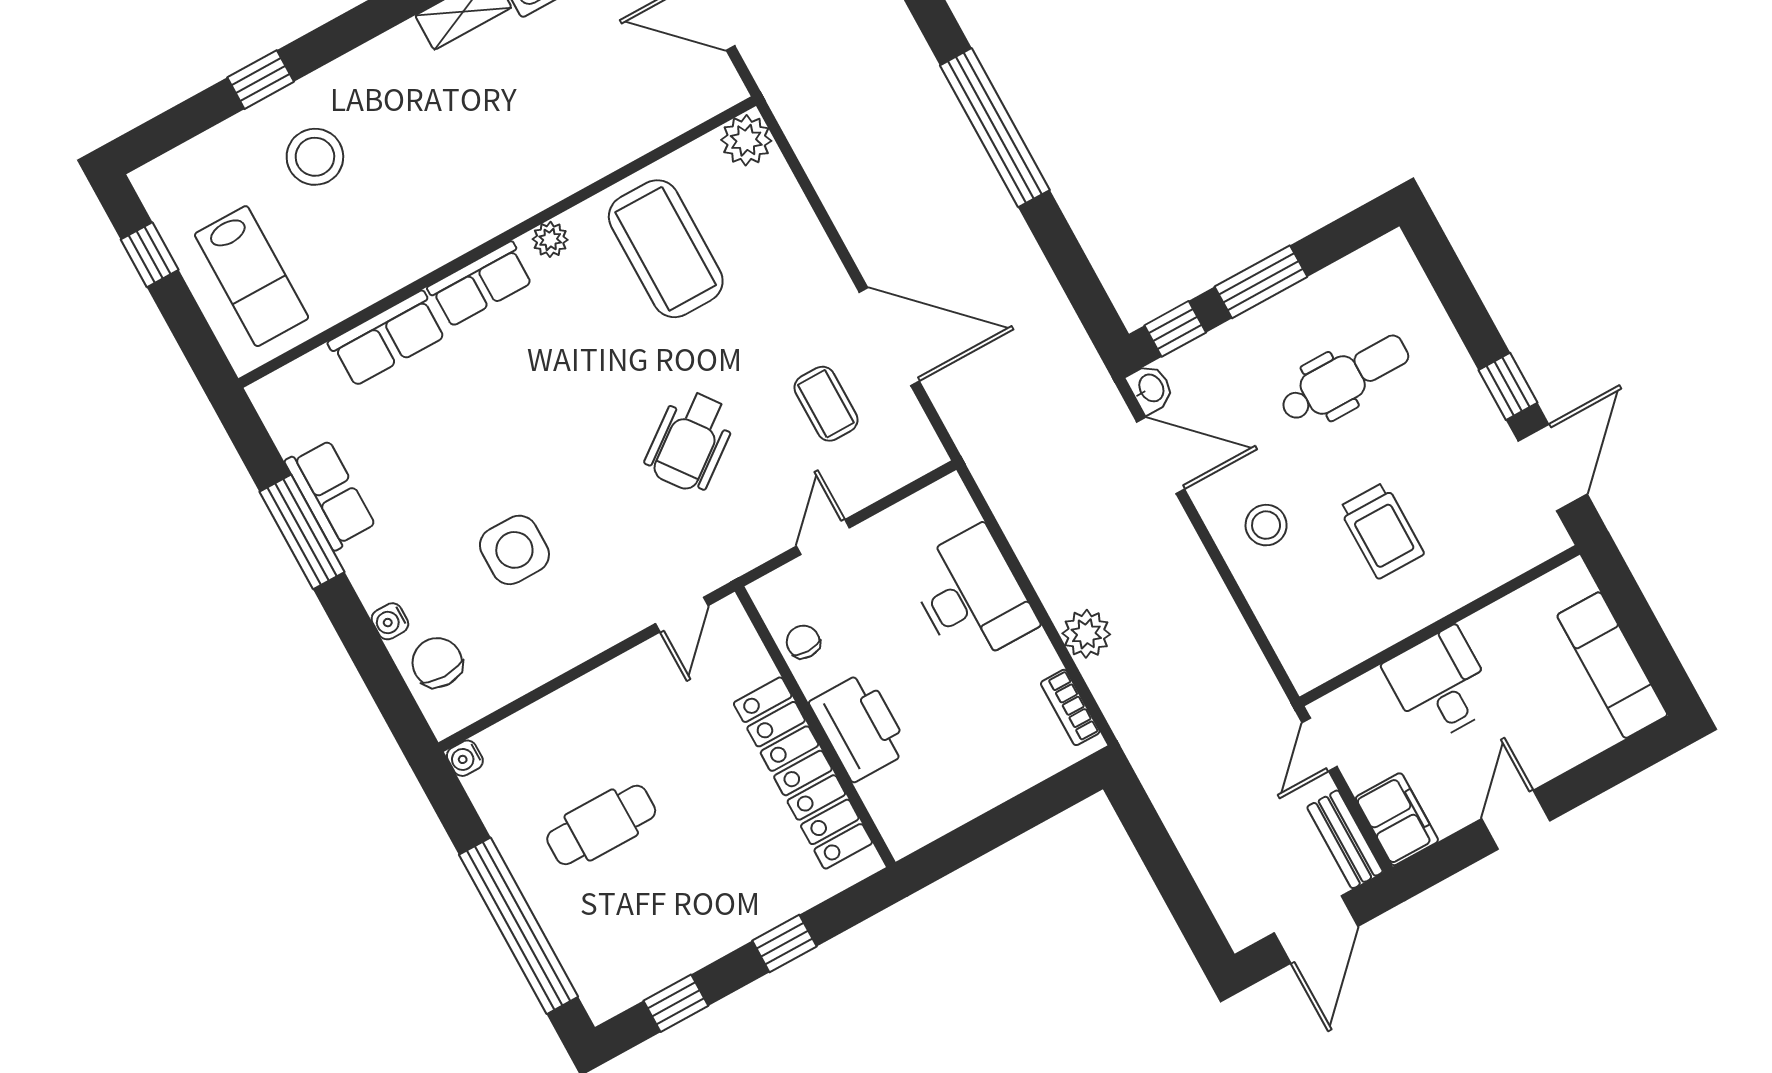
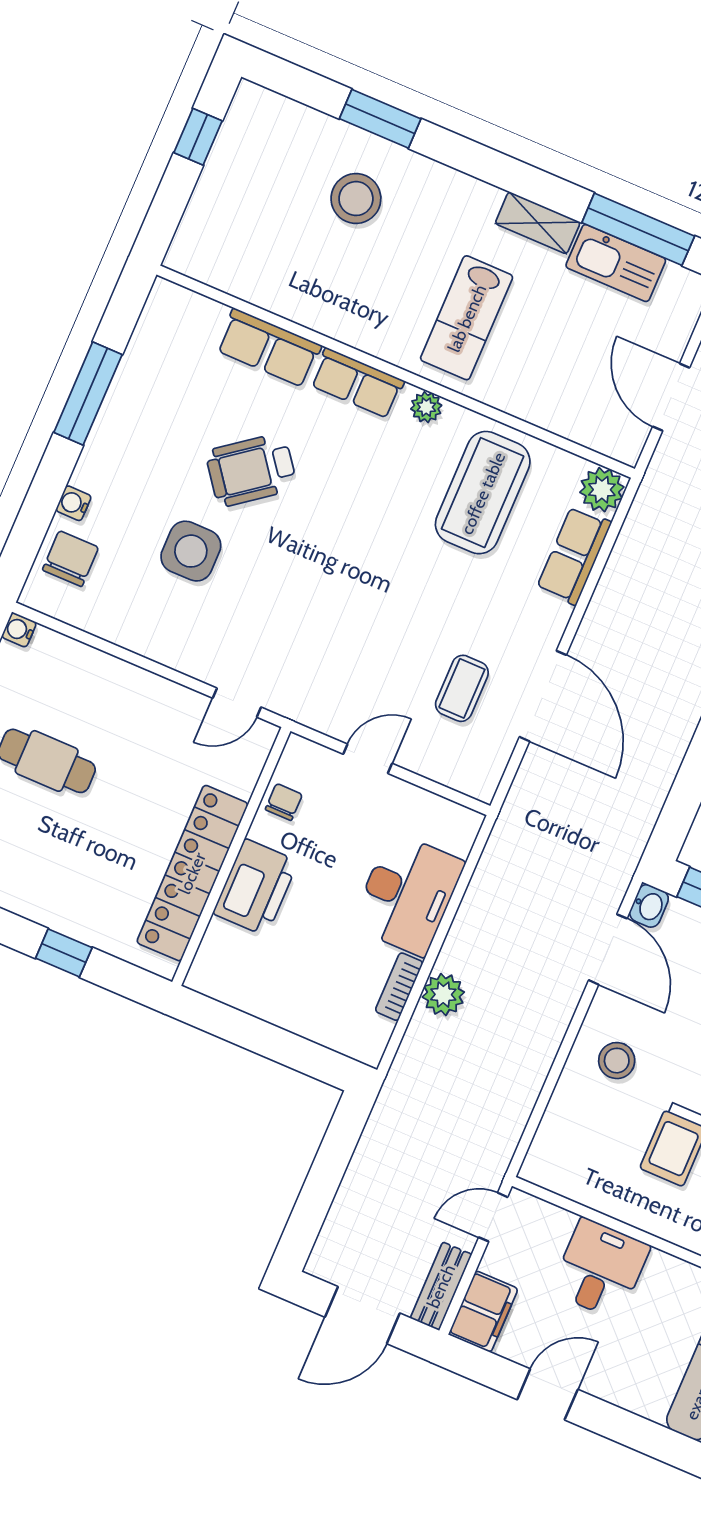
window: (261, 80) -> (380, 119), width x1.50
lab bench: (252, 276) -> (467, 318), moved
wheelchair: (690, 441) -> (251, 470), moved
row of seats: (330, 494) -> (574, 555), moved, turned 180
bookcase: (1070, 707) -> (399, 987), moved

